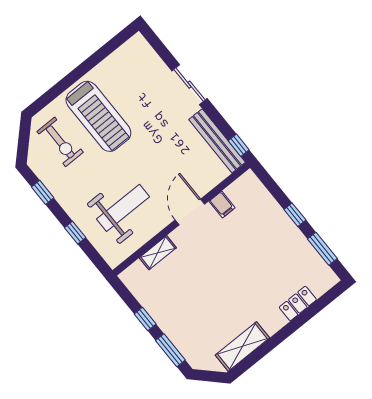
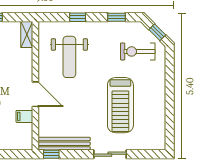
treadmill: (98, 116) -> (120, 105), moved, turned -90
window: (24, 138) -> (157, 32), added
shelving: (158, 253) -> (27, 34), moved

